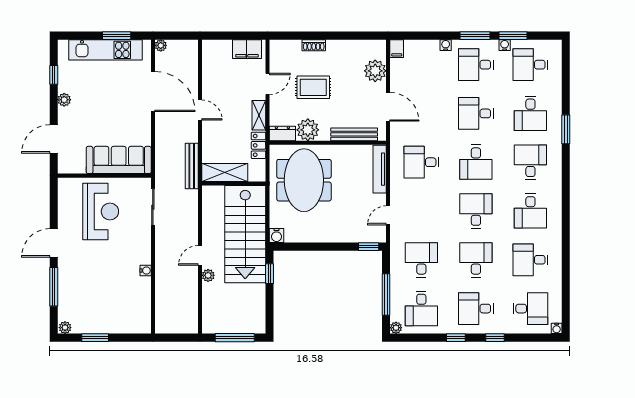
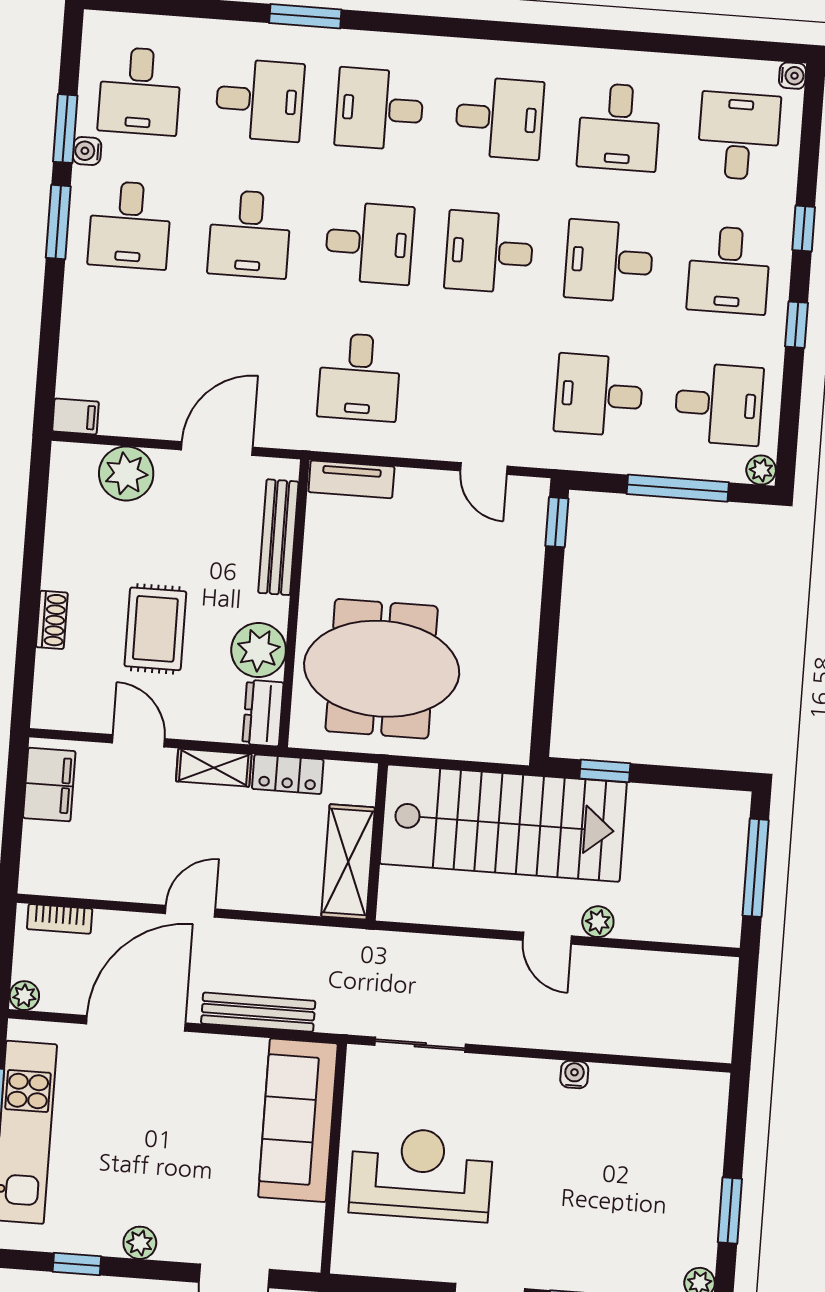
water cooler: (446, 45) -> (76, 296), removed
bookcase: (193, 57) -> (60, 919), added
bench: (192, 166) -> (258, 1012), moved
tv unit: (380, 169) -> (351, 479), width x0.71
water cooler: (276, 236) -> (513, 746), removed

